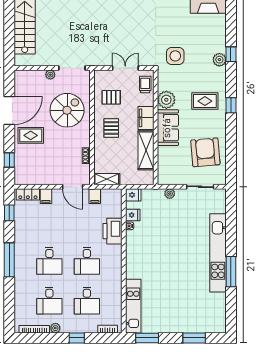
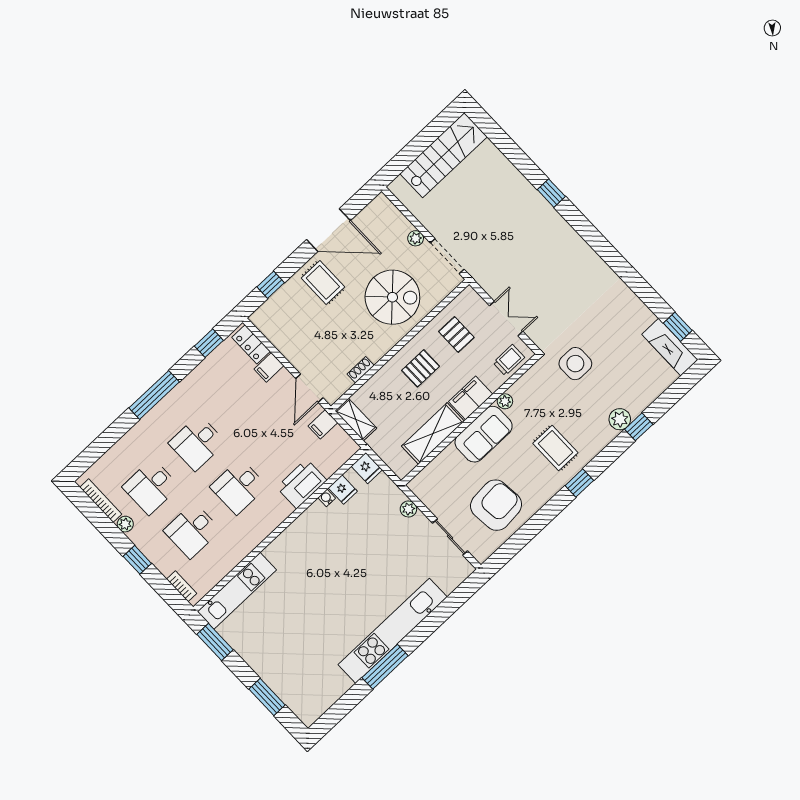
plant: (166, 100) -> (505, 401), width x0.53, depth x0.53

